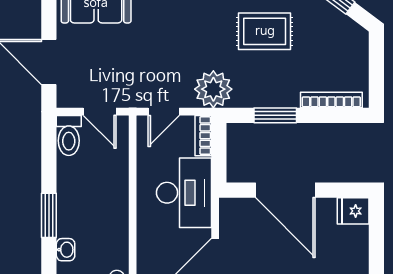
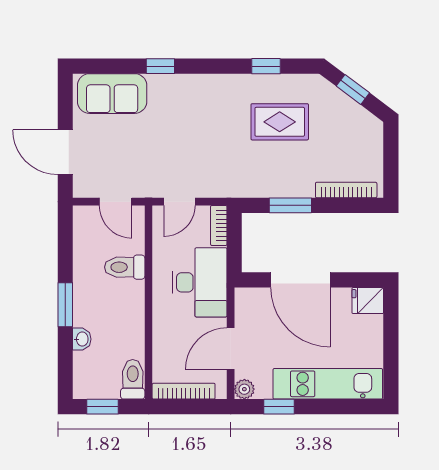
plant: (213, 89) -> (229, 179), removed
toilet: (69, 135) -> (125, 267), moved, turned 90

